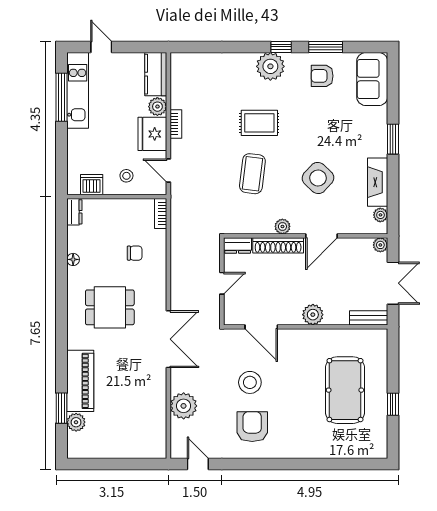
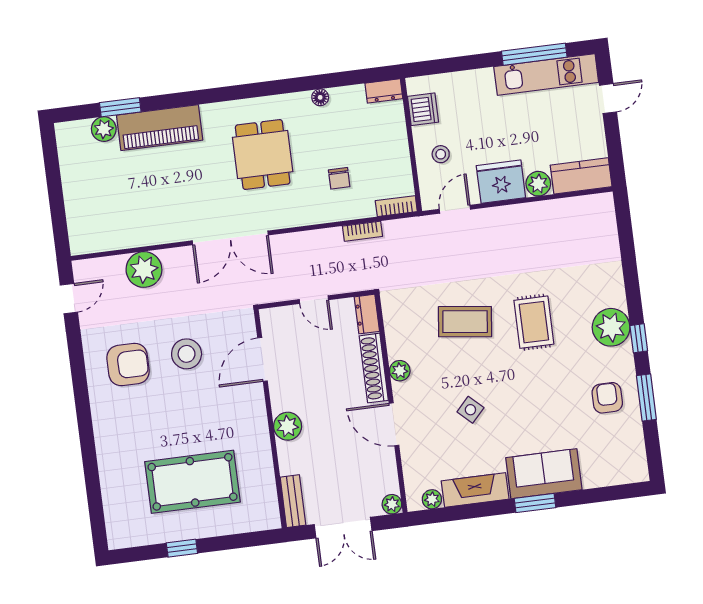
sofa: (372, 79) -> (544, 474), moved
bookcase: (176, 124) -> (362, 231), moved
side table: (318, 178) -> (470, 410), width x0.54, depth x0.54

